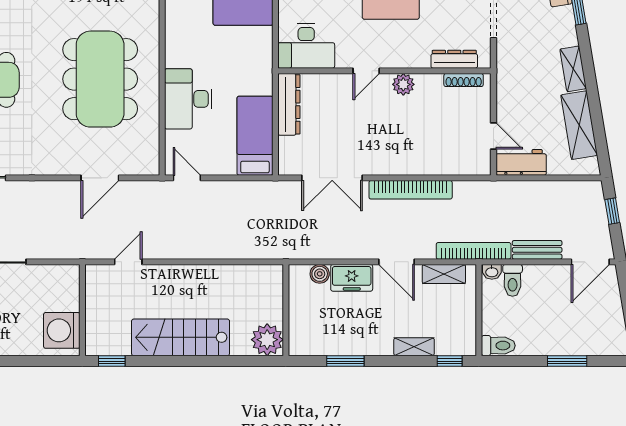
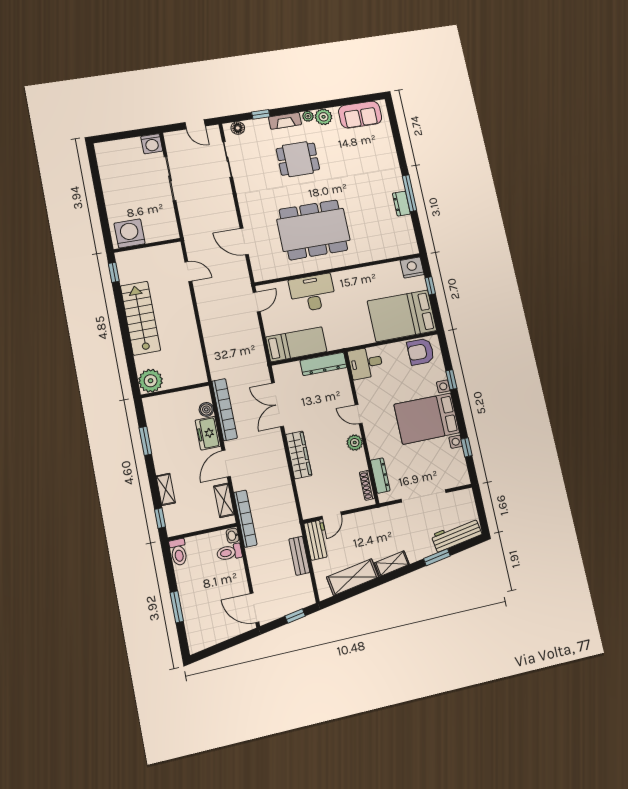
desk: (306, 46) -> (366, 363), width x0.73
wardrobe: (405, 163) -> (299, 455), added
bookcase: (411, 190) -> (225, 410), moved, turned 180
bench: (537, 250) -> (299, 556), moved

